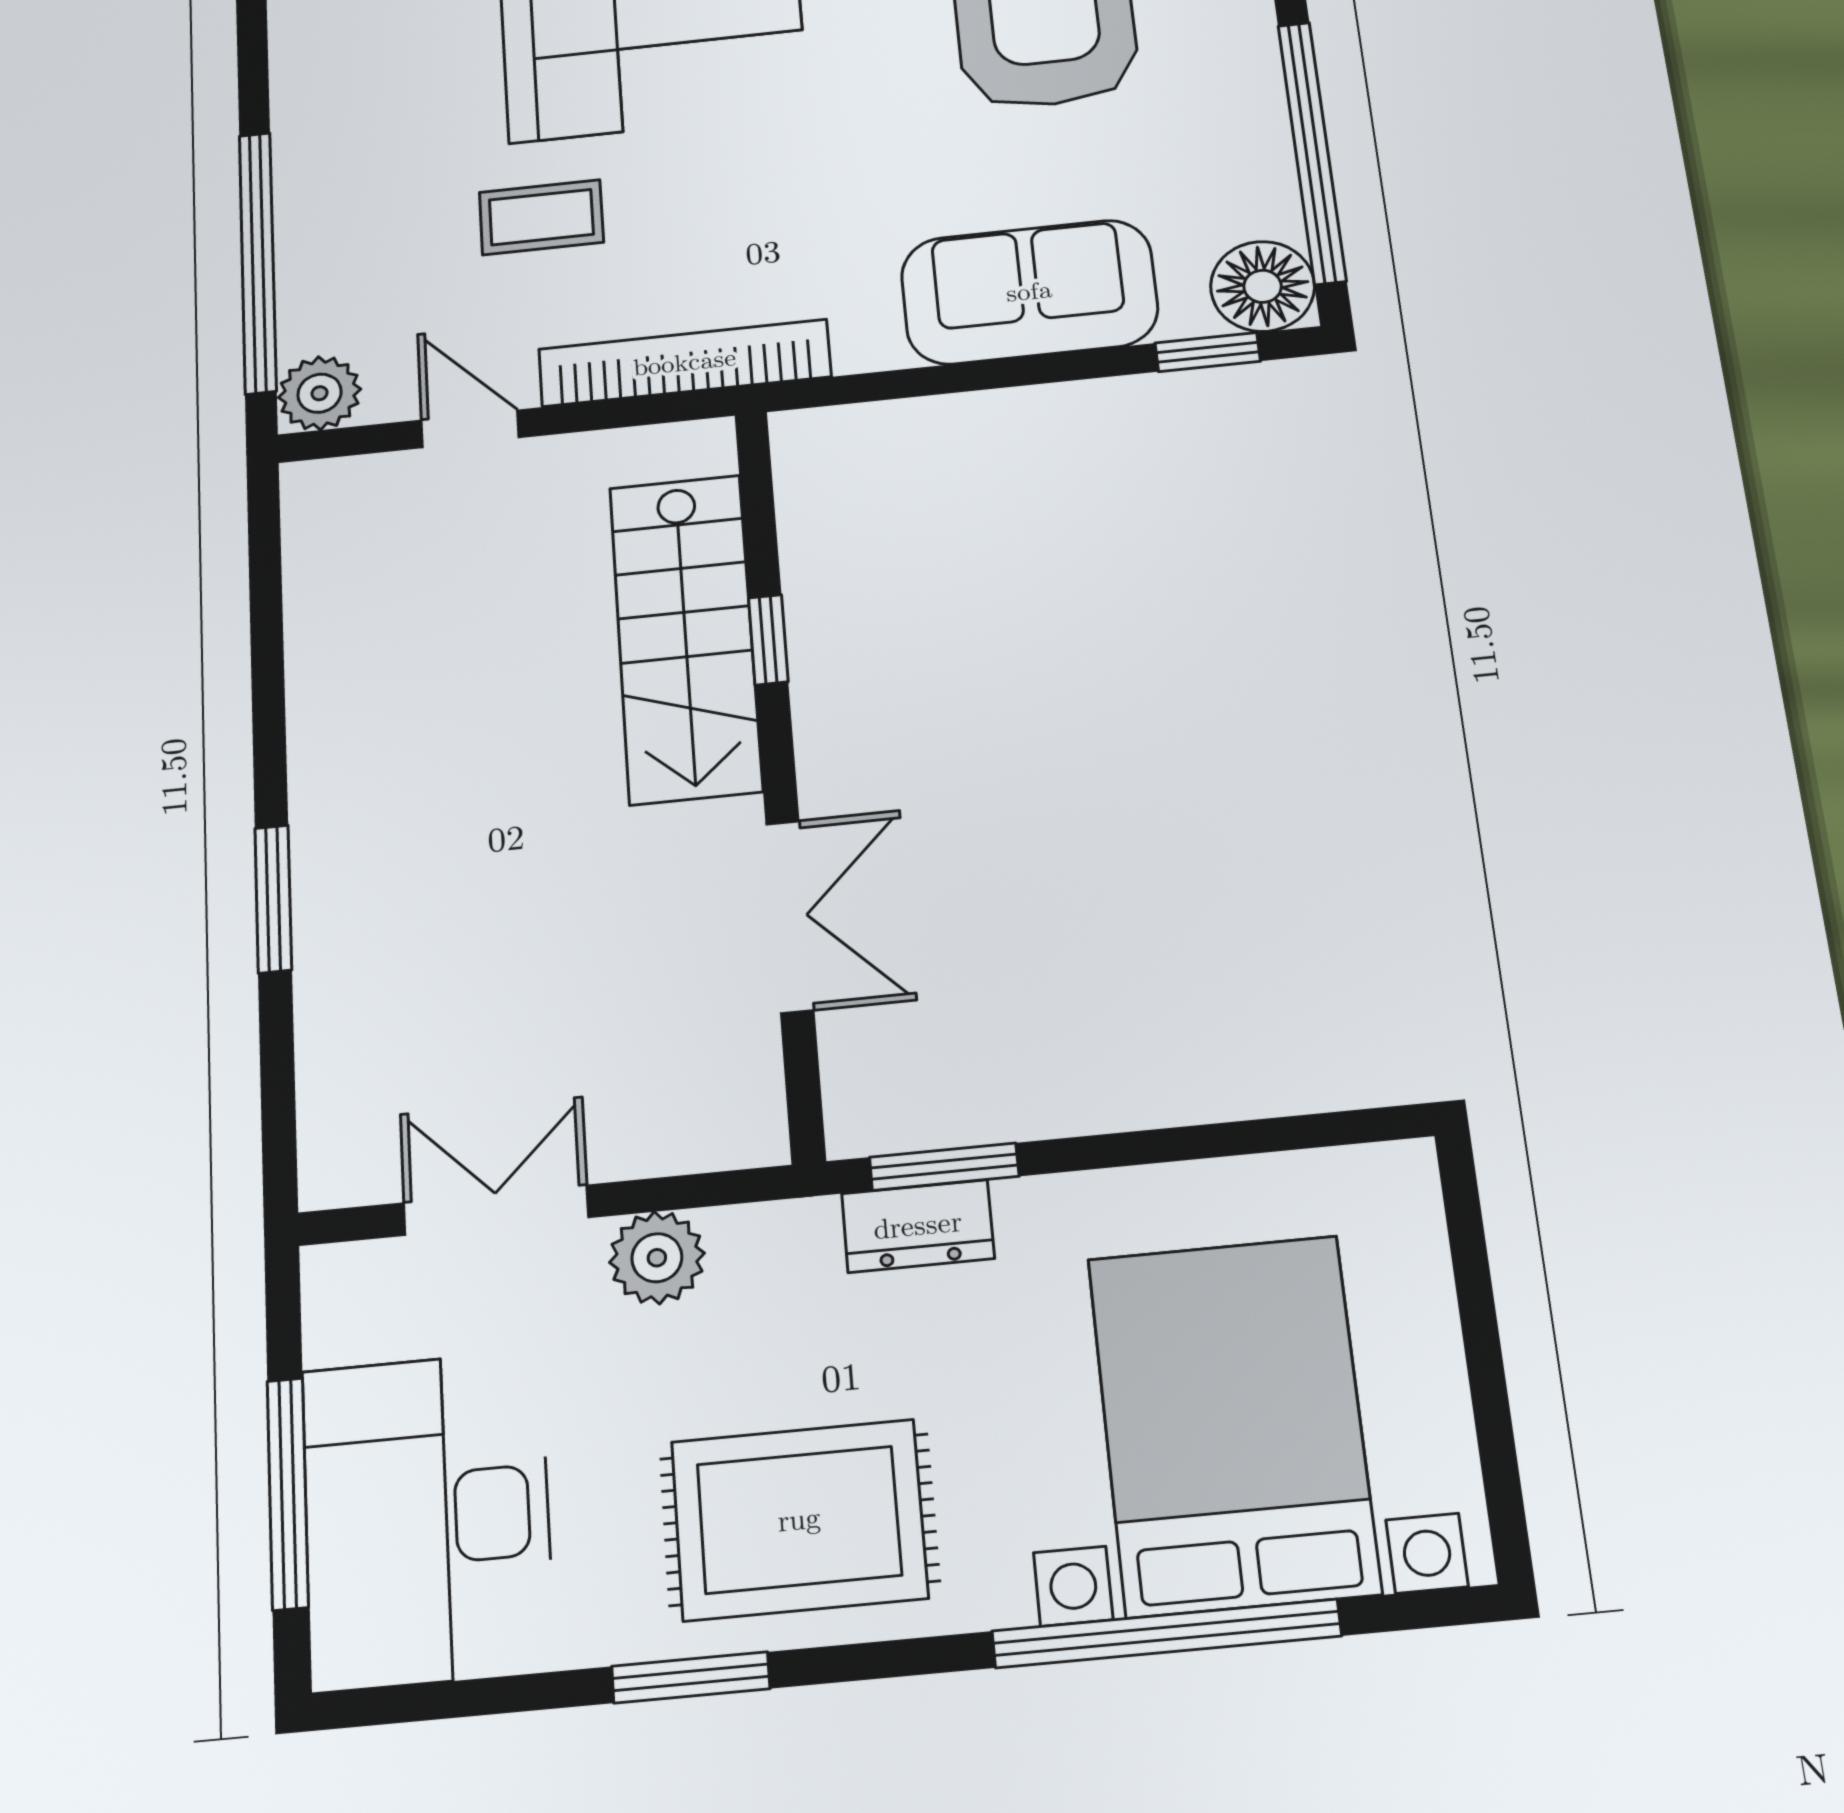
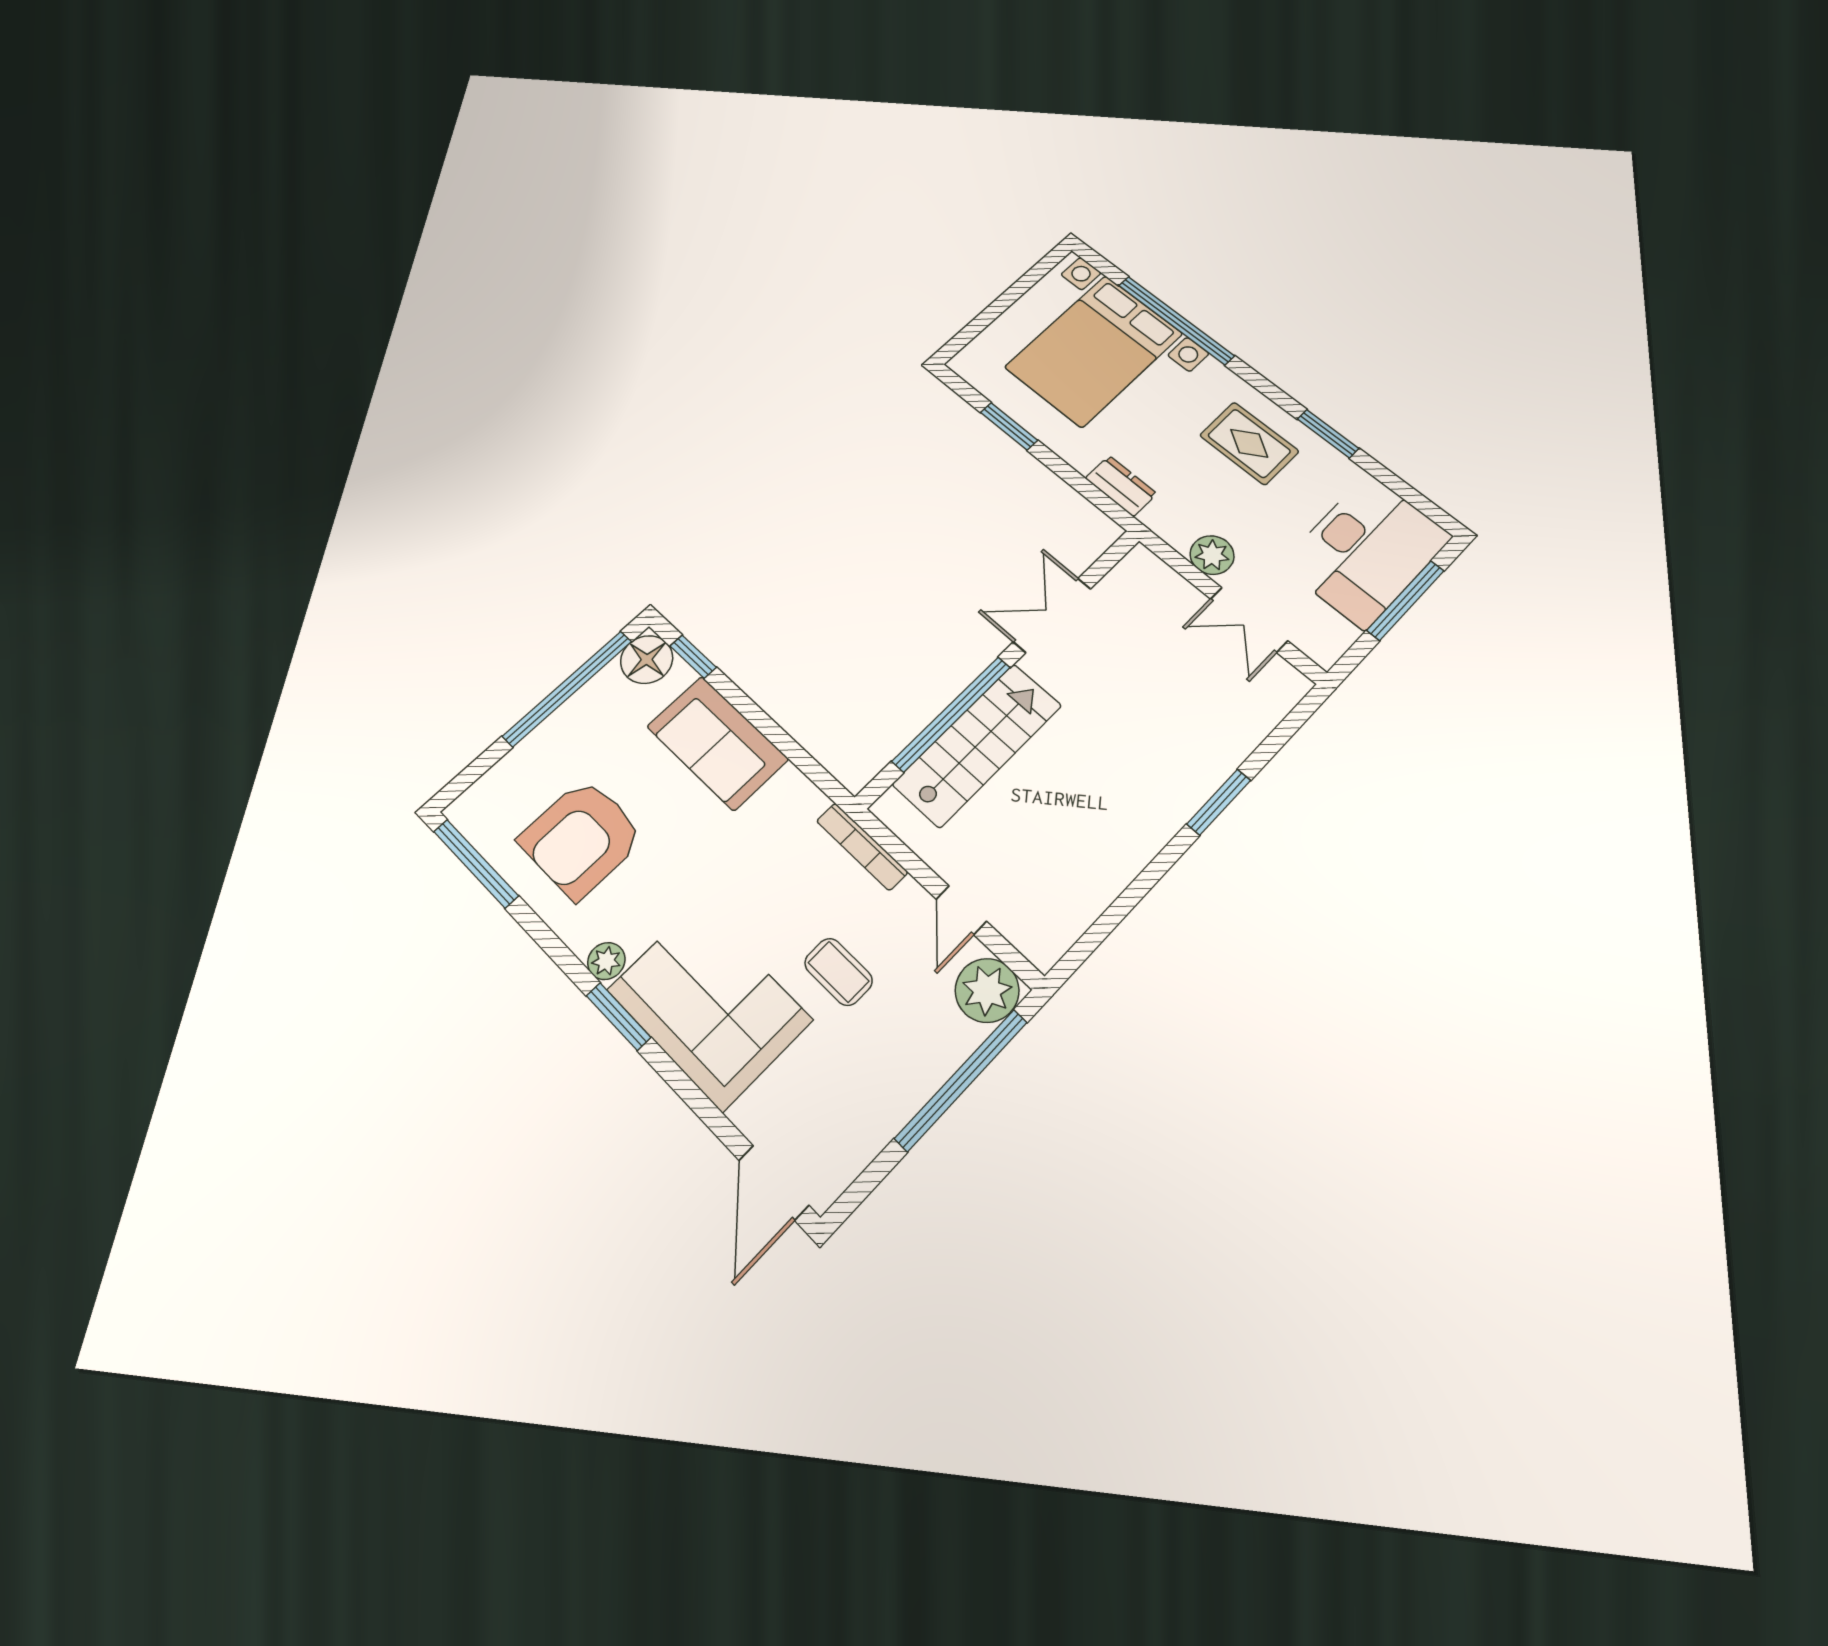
bookcase: (685, 363) -> (862, 847), width x0.68, depth x0.76
plant: (320, 393) -> (987, 990), width x1.36, depth x1.36
window: (768, 640) -> (952, 714), width x3.17
window: (944, 1167) -> (1009, 426), moved
rug: (799, 1520) -> (1249, 443), width x0.73, depth x0.70

